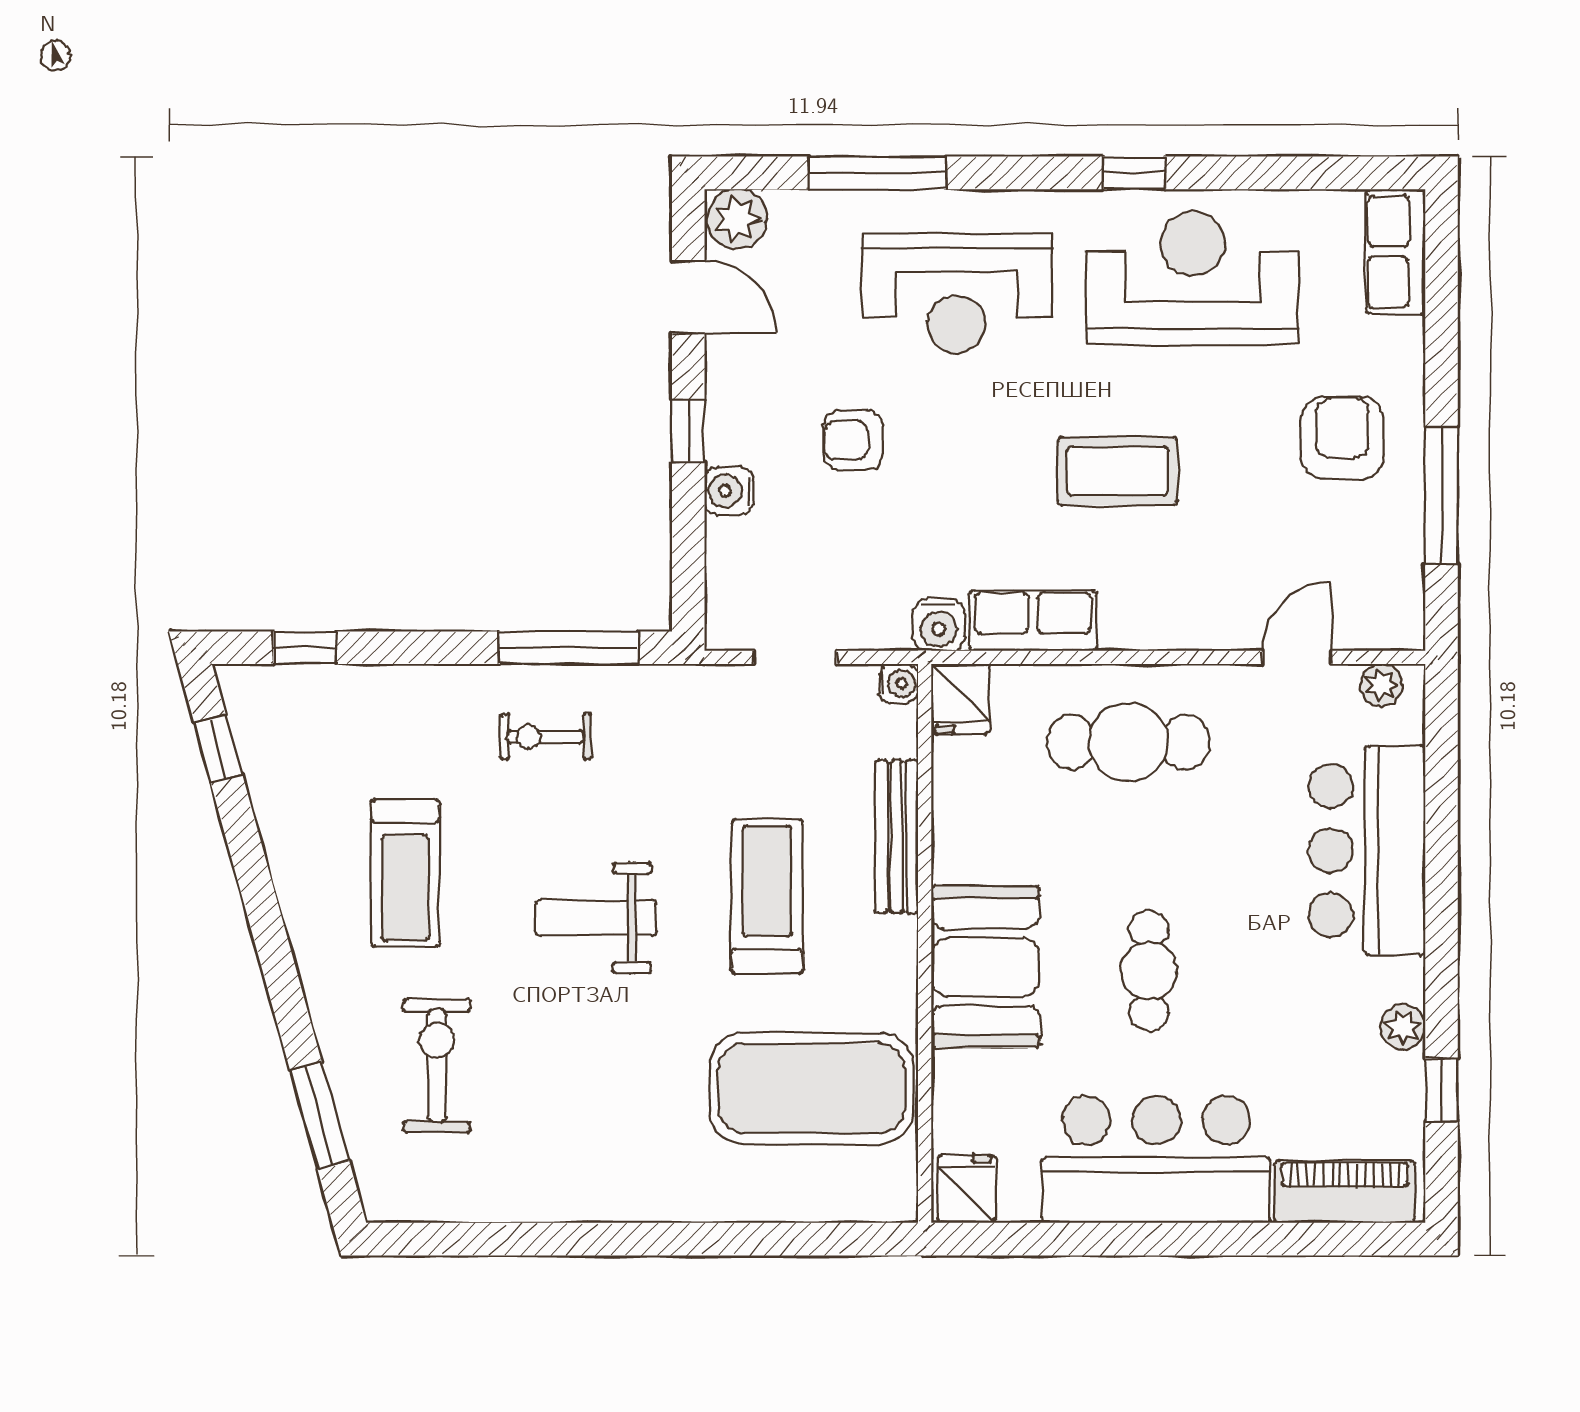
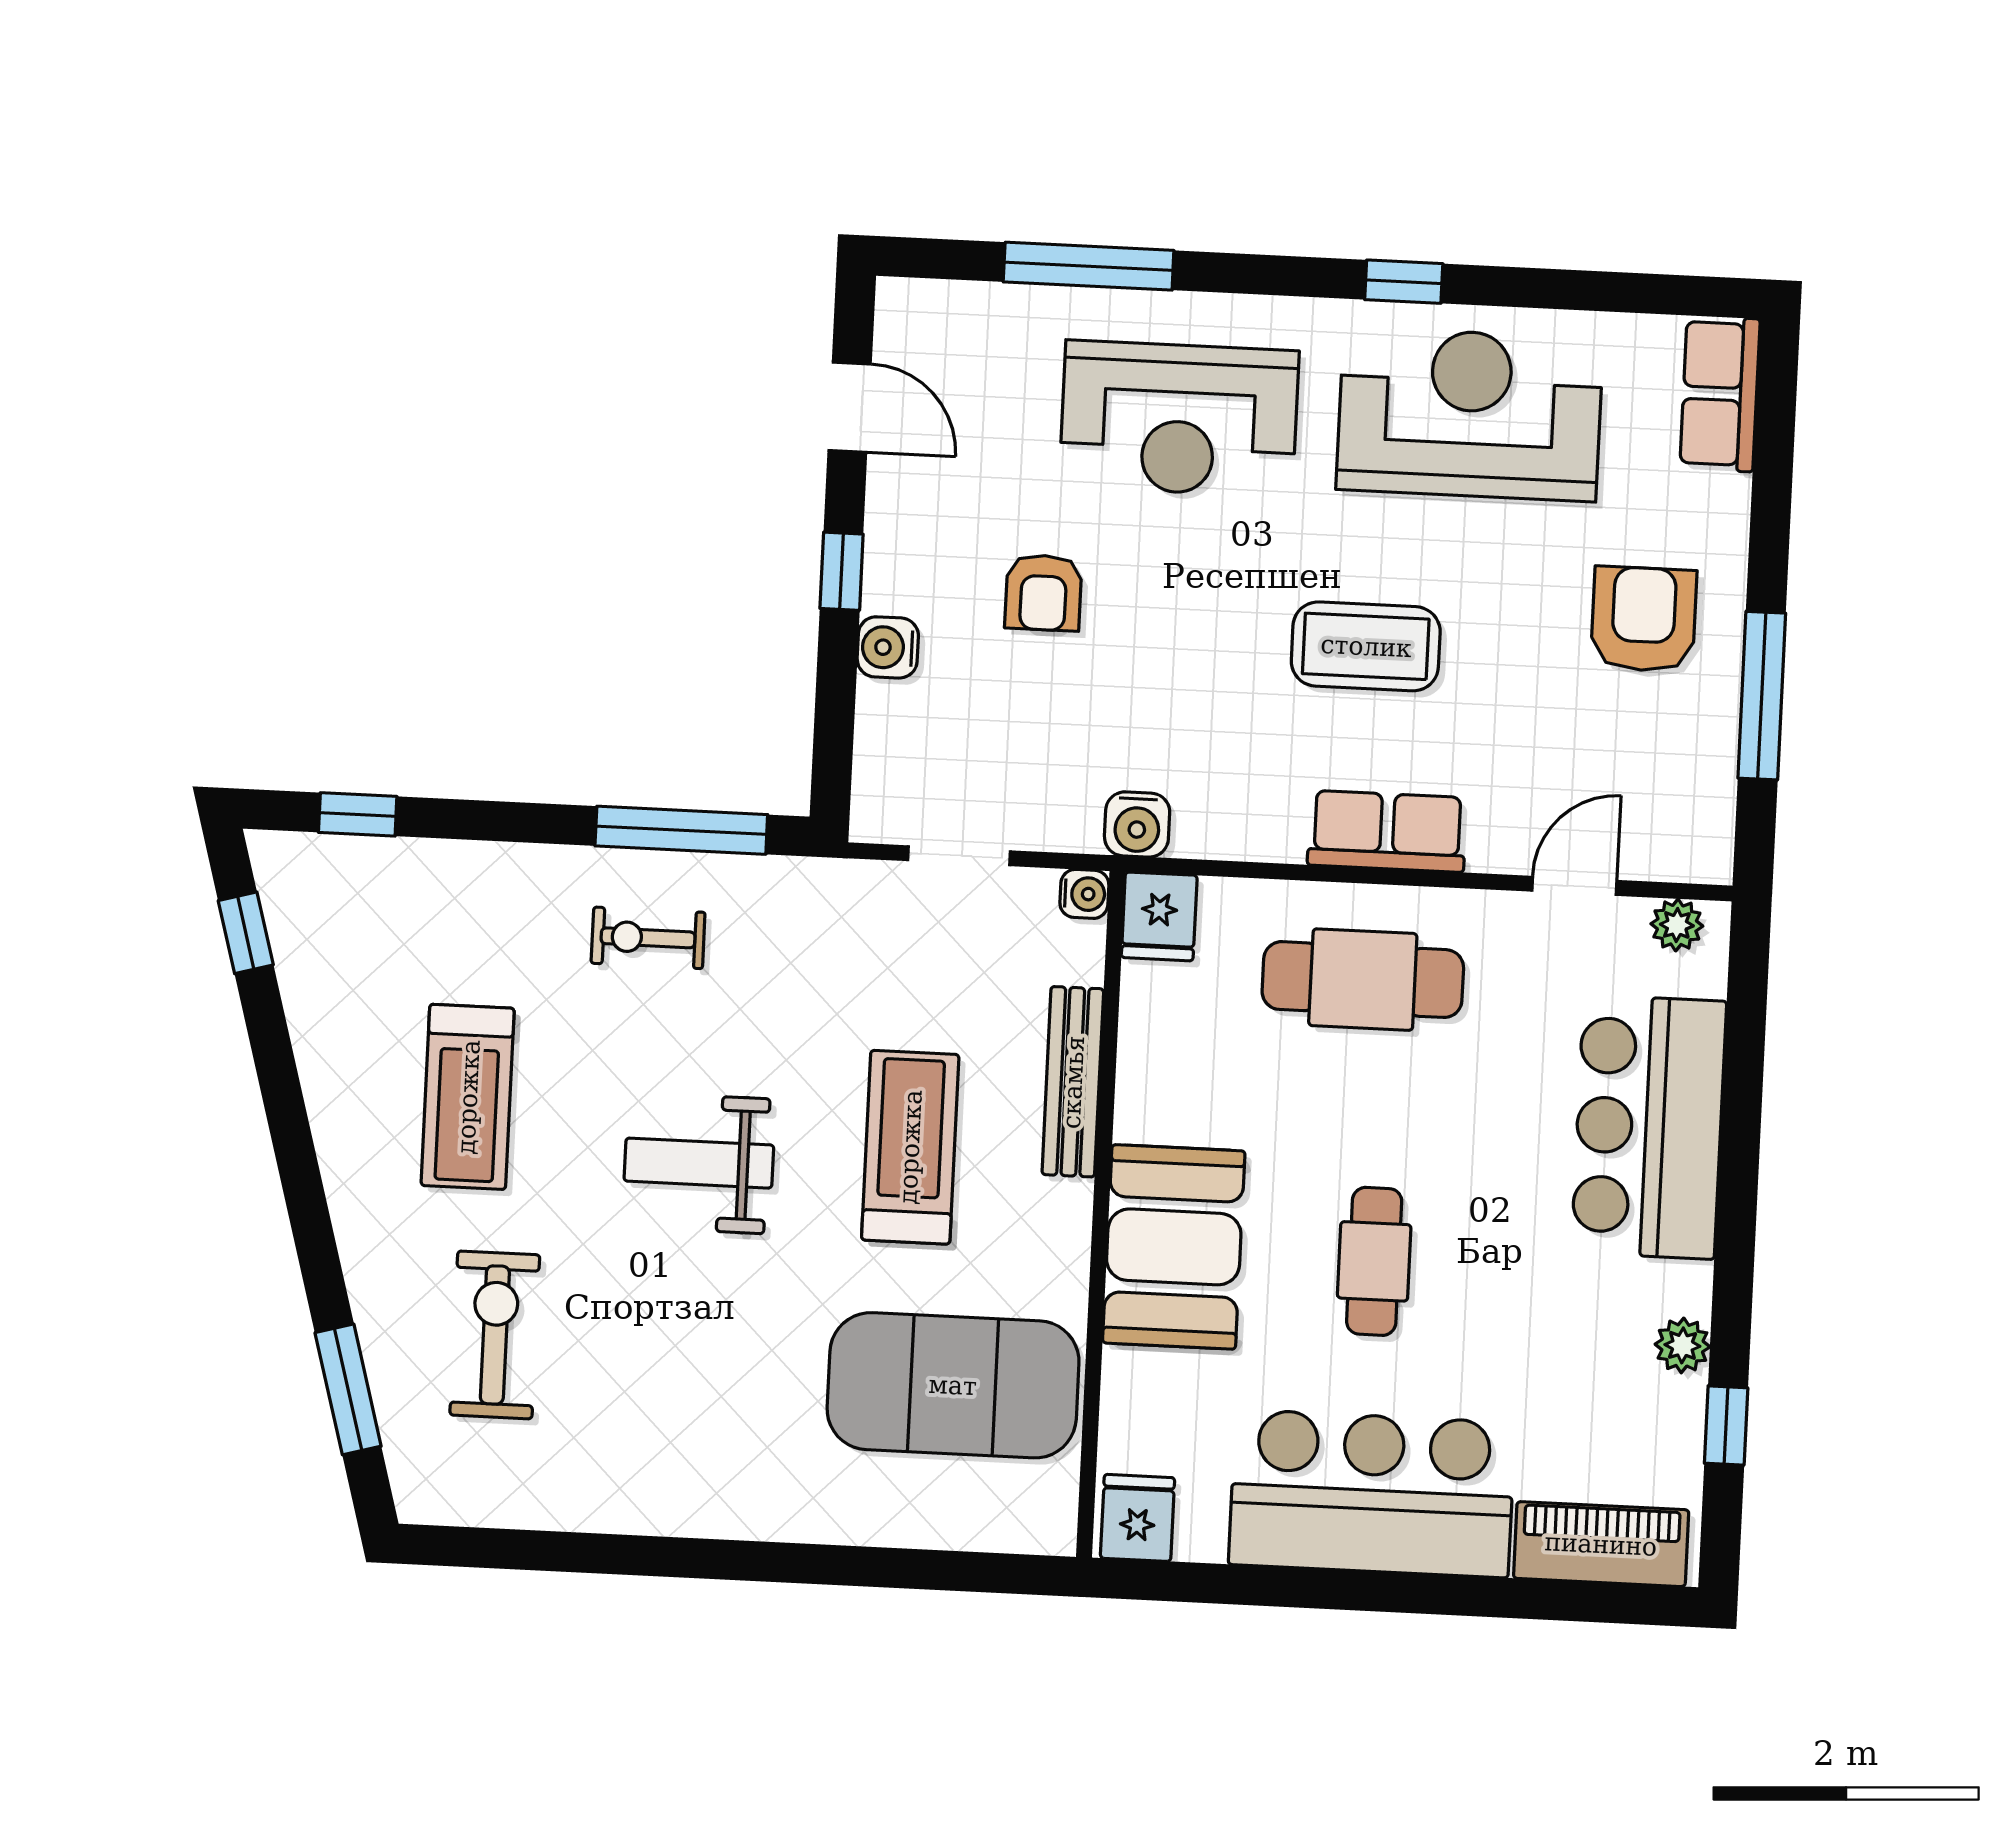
plant: (737, 219) -> (914, 314), removed
armchair: (853, 440) -> (1043, 593), turned -90
row of seats: (1033, 620) -> (1387, 831), moved

